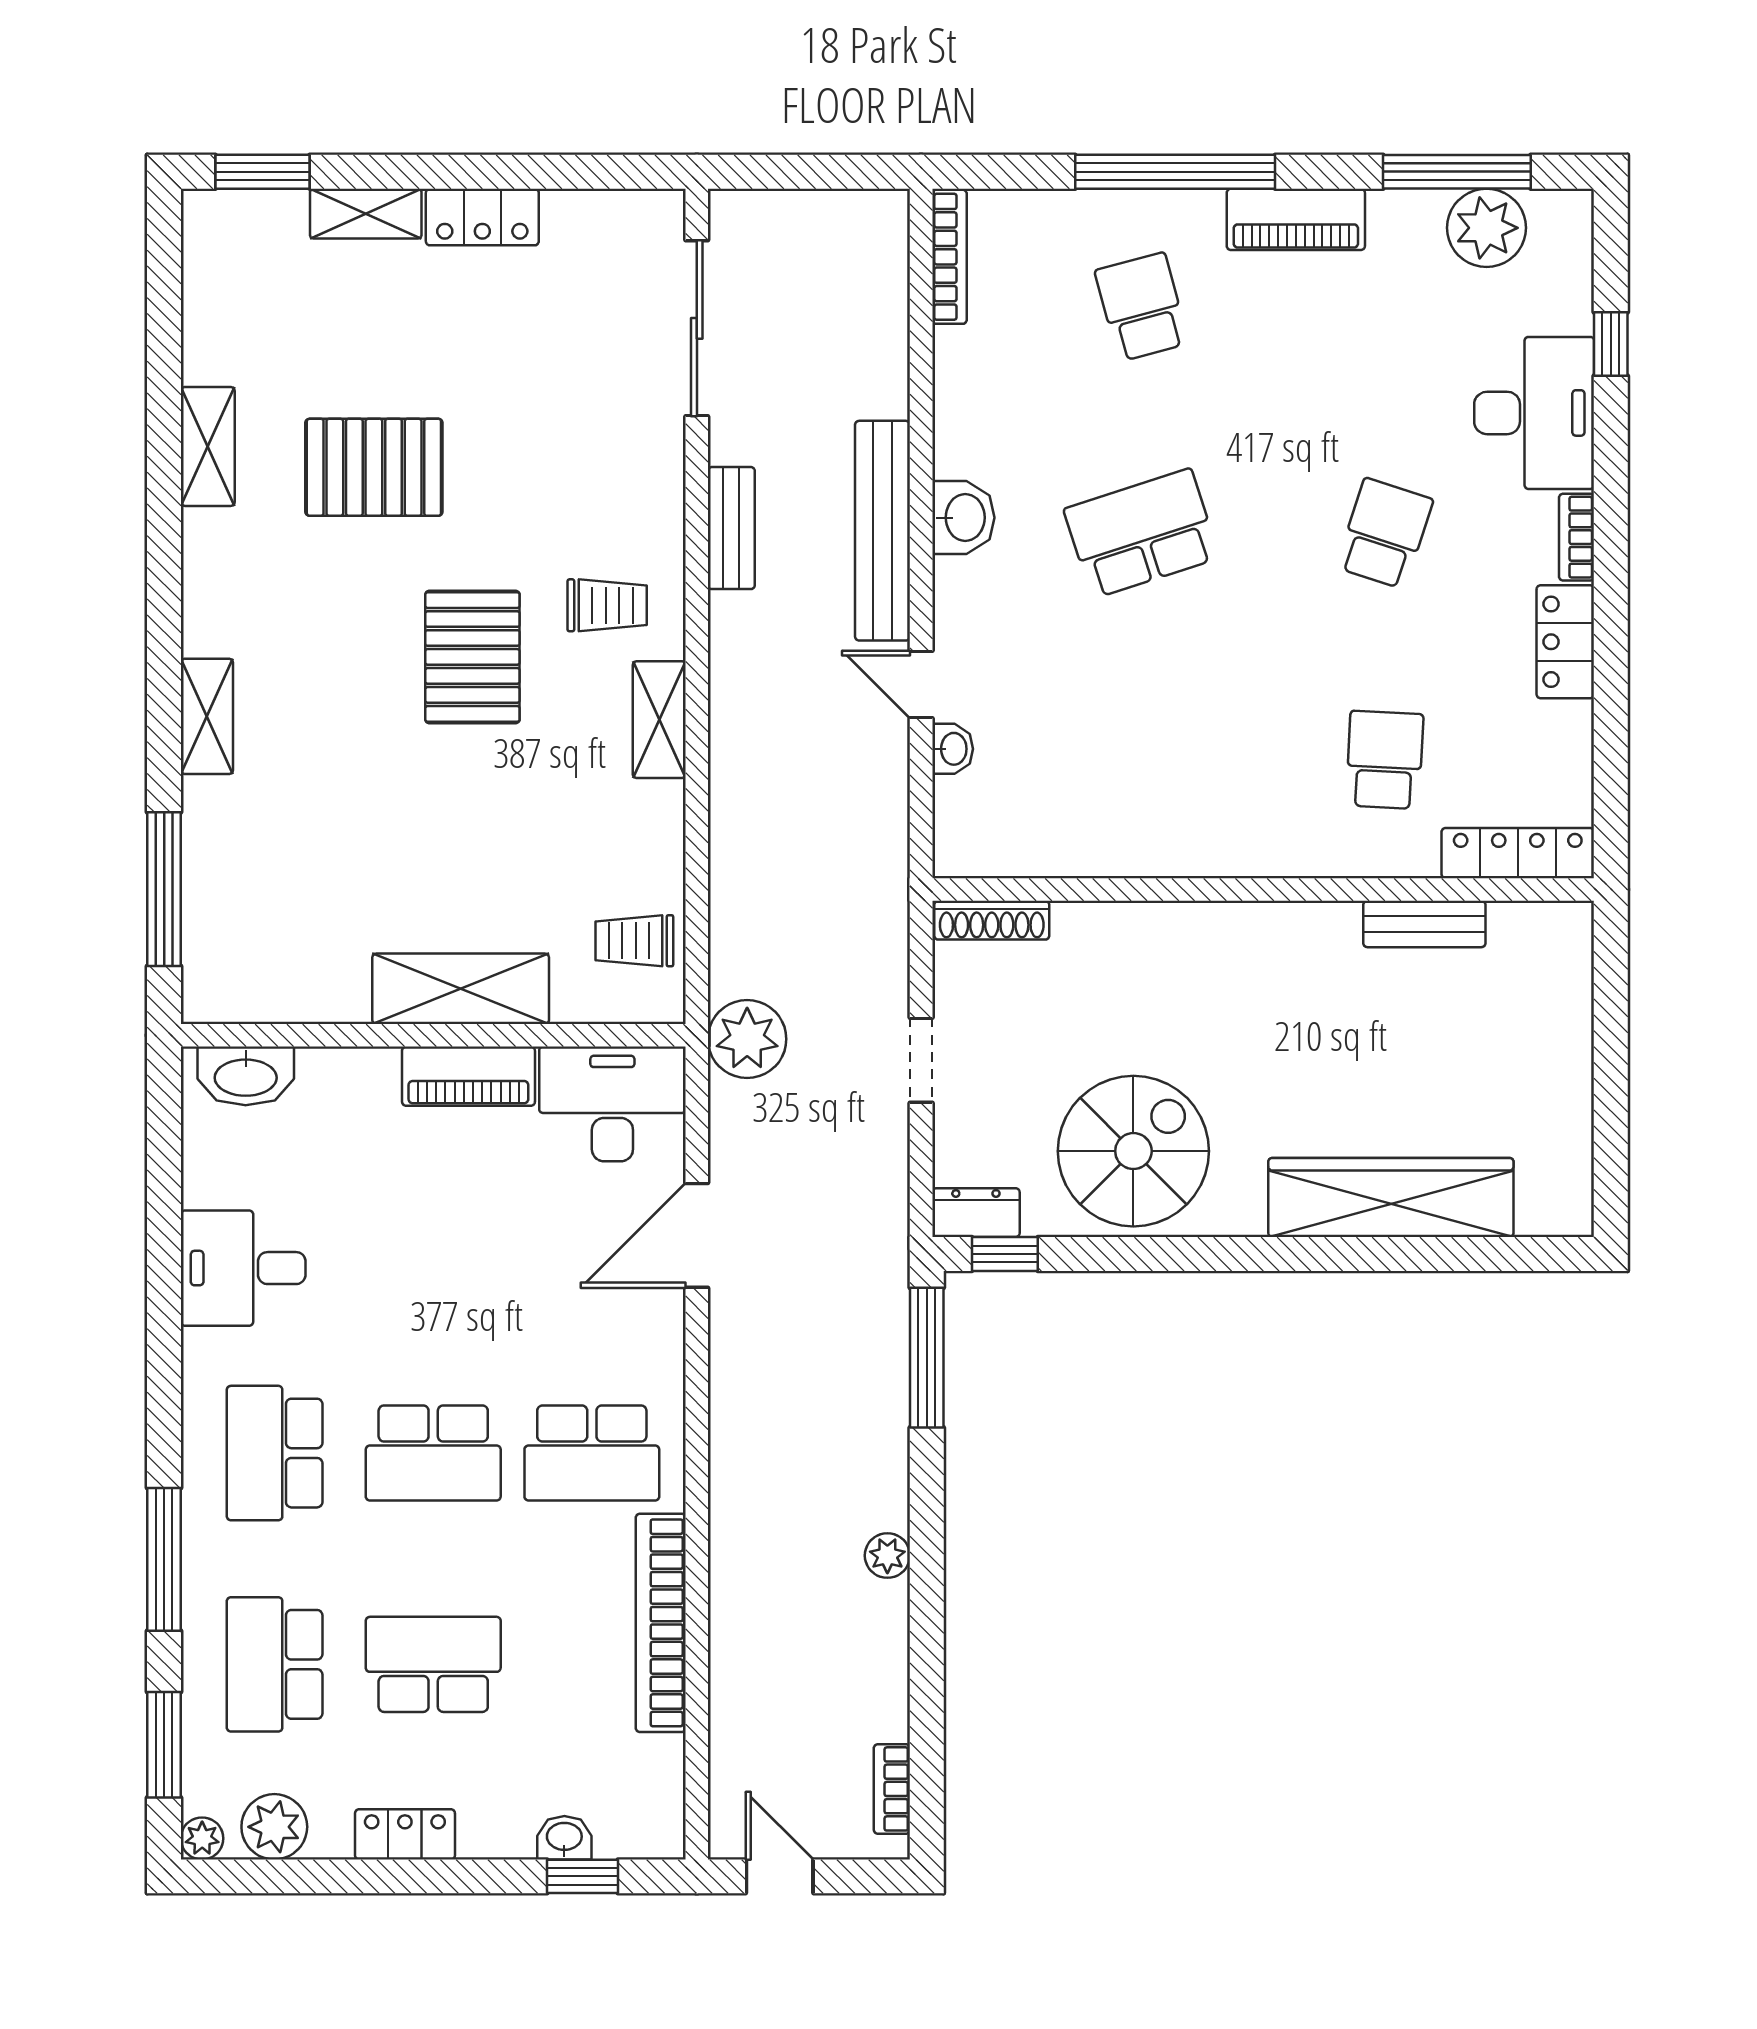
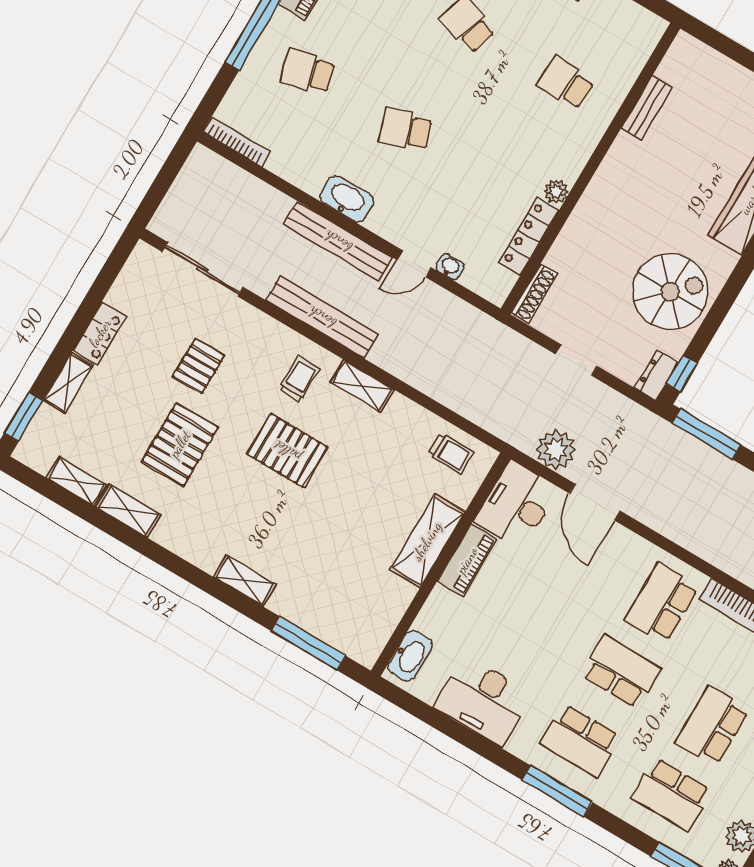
shelving: (206, 328) -> (76, 481), added
pallet: (527, 419) -> (199, 366), added
washbasin: (963, 518) -> (347, 199), width x1.38
bench: (731, 528) -> (322, 317), width x1.86, depth x1.21
school desk: (1142, 533) -> (405, 130), width x0.54
locker: (1518, 853) -> (529, 236), moved
plant: (1189, 855) -> (556, 192), added
trolley: (634, 941) -> (451, 453), turned -90
plant: (747, 1039) -> (556, 450), moved
spiral stairs: (1133, 1151) -> (670, 292), turned 90
desk: (243, 1268) -> (483, 701), width x1.37
school desk: (433, 1453) -> (621, 672), turned -90
school desk: (592, 1453) -> (662, 603), turned 180
window: (164, 1559) -> (557, 791), moved

